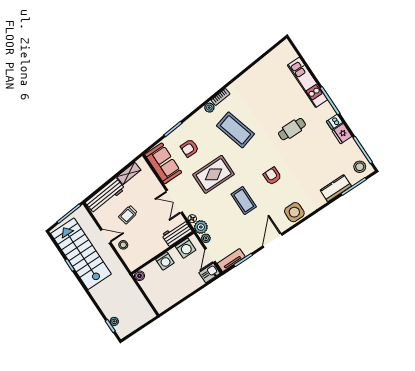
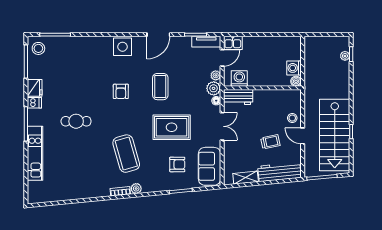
kitchen counter: (336, 188) -> (72, 44), removed
washing machine: (165, 261) -> (294, 68), moved, turned -90

